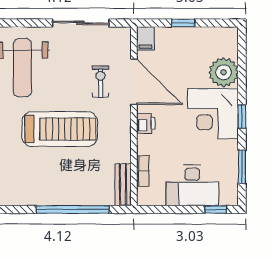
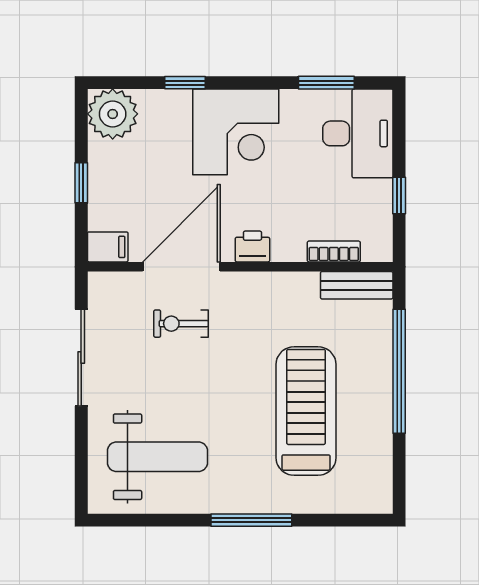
plant: (224, 72) -> (113, 114), moved
window: (242, 116) -> (185, 83), moved
treadmill: (60, 129) -> (306, 411), moved
desk: (192, 185) -> (358, 133), moved
window: (216, 209) -> (399, 196), moved

